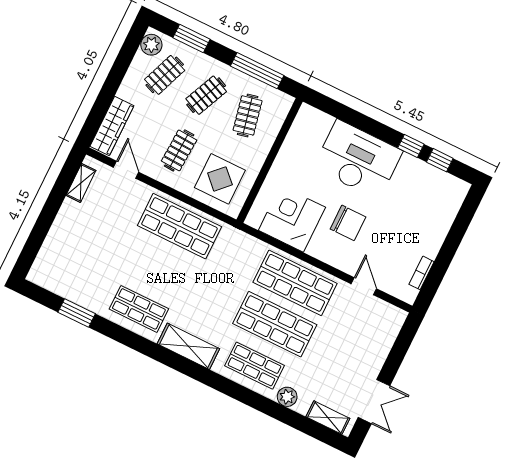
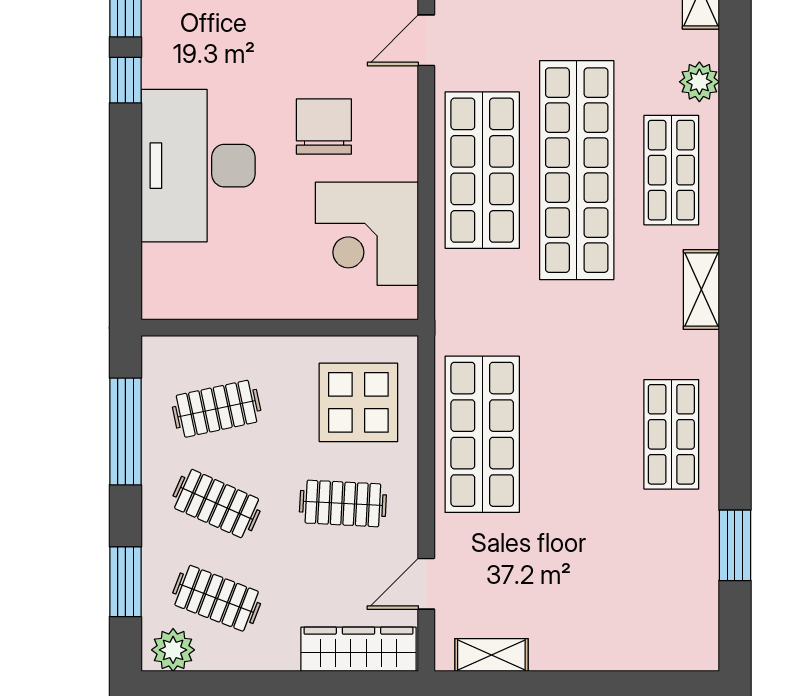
shop shelf: (275, 324) -> (577, 170), width x1.40
shelving: (188, 346) -> (701, 290), width x0.67, depth x0.75

